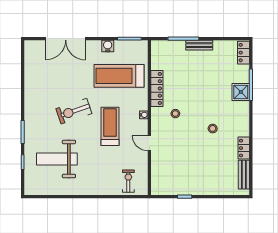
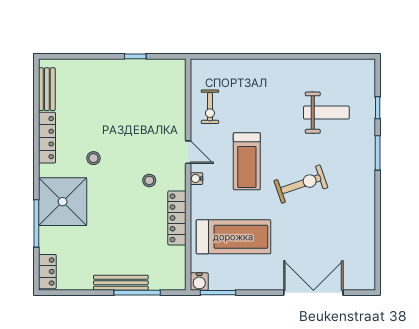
bench: (199, 45) -> (121, 283), width x1.36
water cooler: (108, 46) -> (199, 282), moved
shower: (241, 92) -> (63, 202), width x1.86, depth x1.86
door: (149, 143) -> (188, 152), moved
locker: (244, 148) -> (47, 138), width x1.53
weight bench: (57, 159) -> (326, 113), width x0.73, depth x0.75
exercise bike: (128, 181) -> (210, 107), moved

